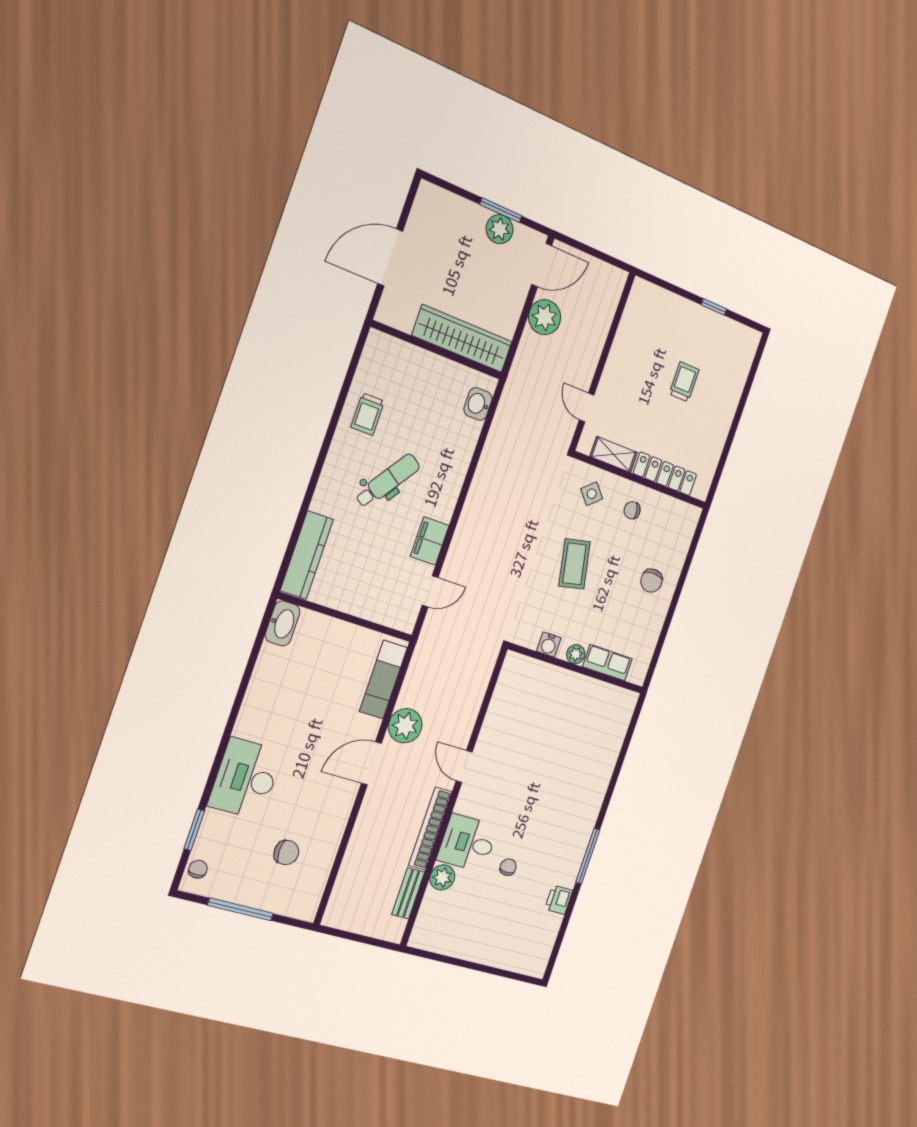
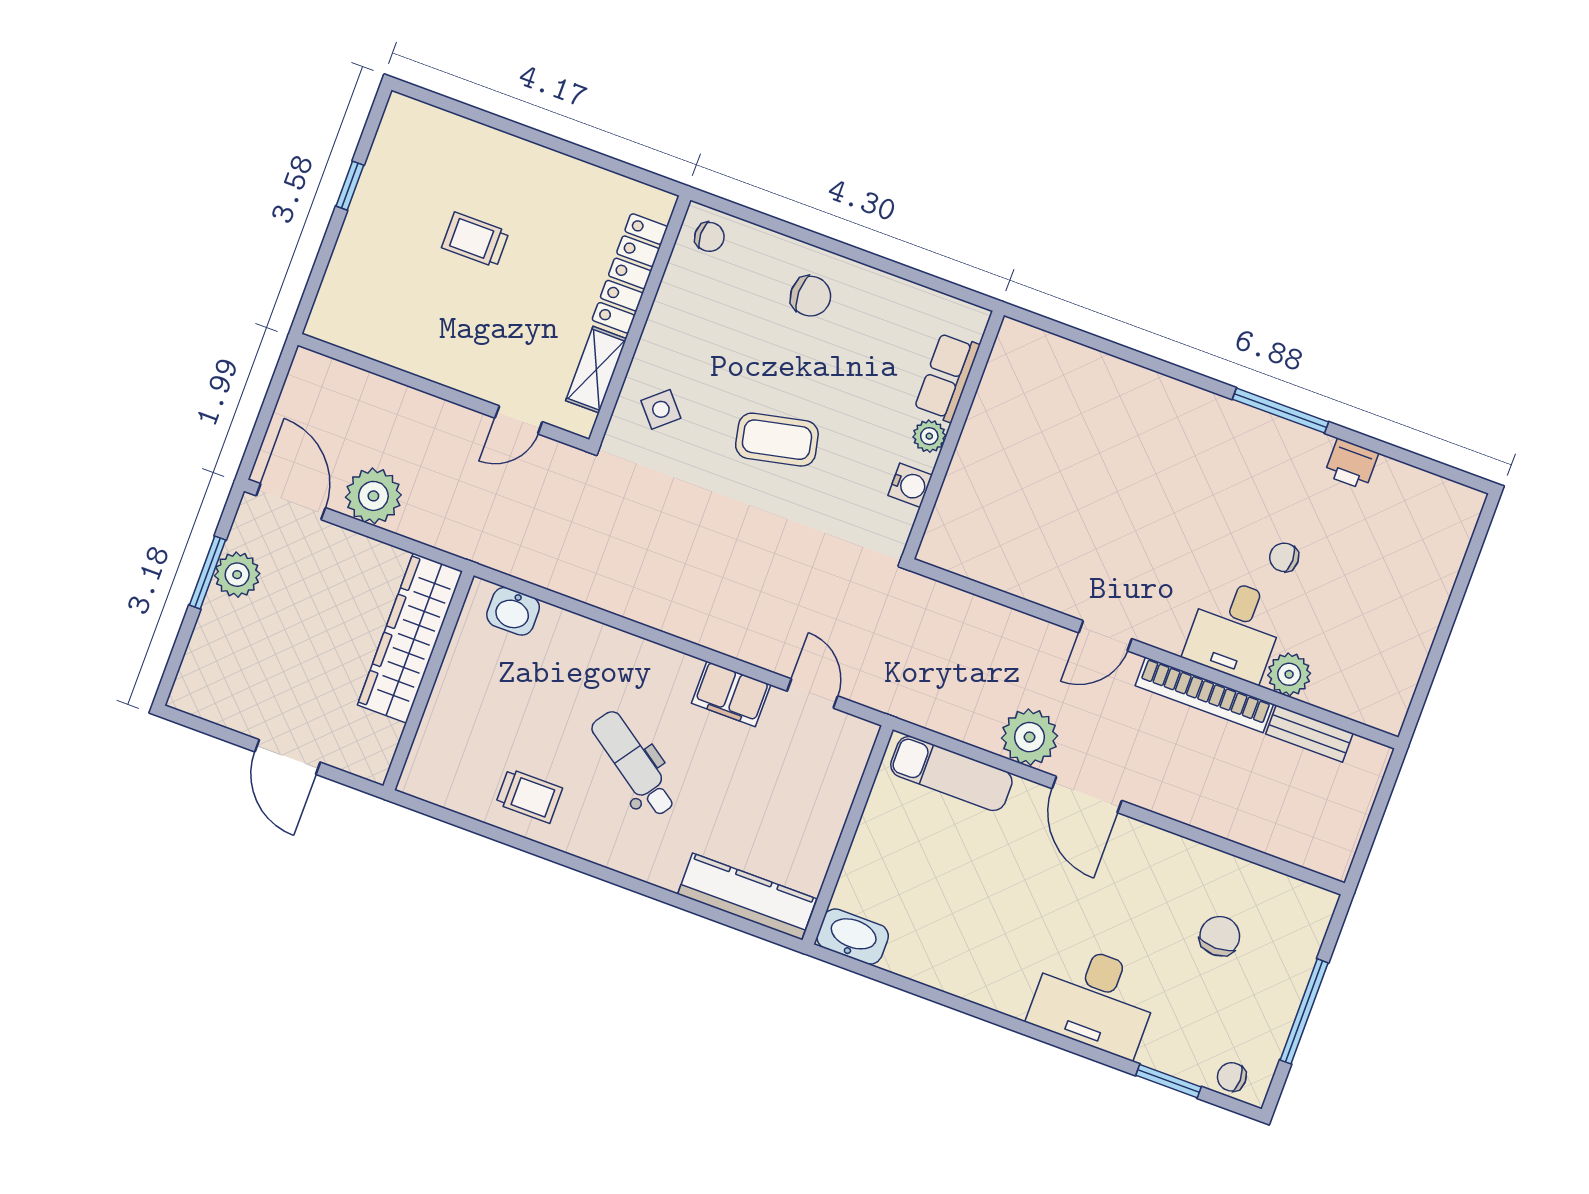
door: (390, 257) -> (288, 757), width x0.73
chair: (632, 510) -> (709, 237), moved, turned -82

